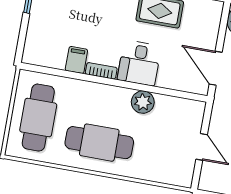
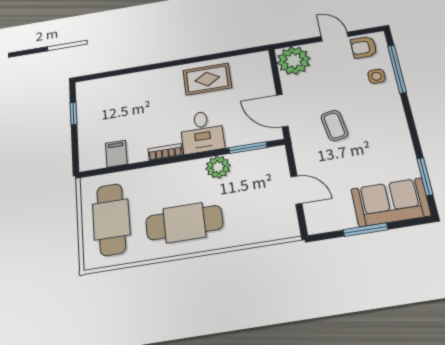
filing cabinet: (76, 60) -> (116, 154), moved
window: (174, 93) -> (248, 148), added

